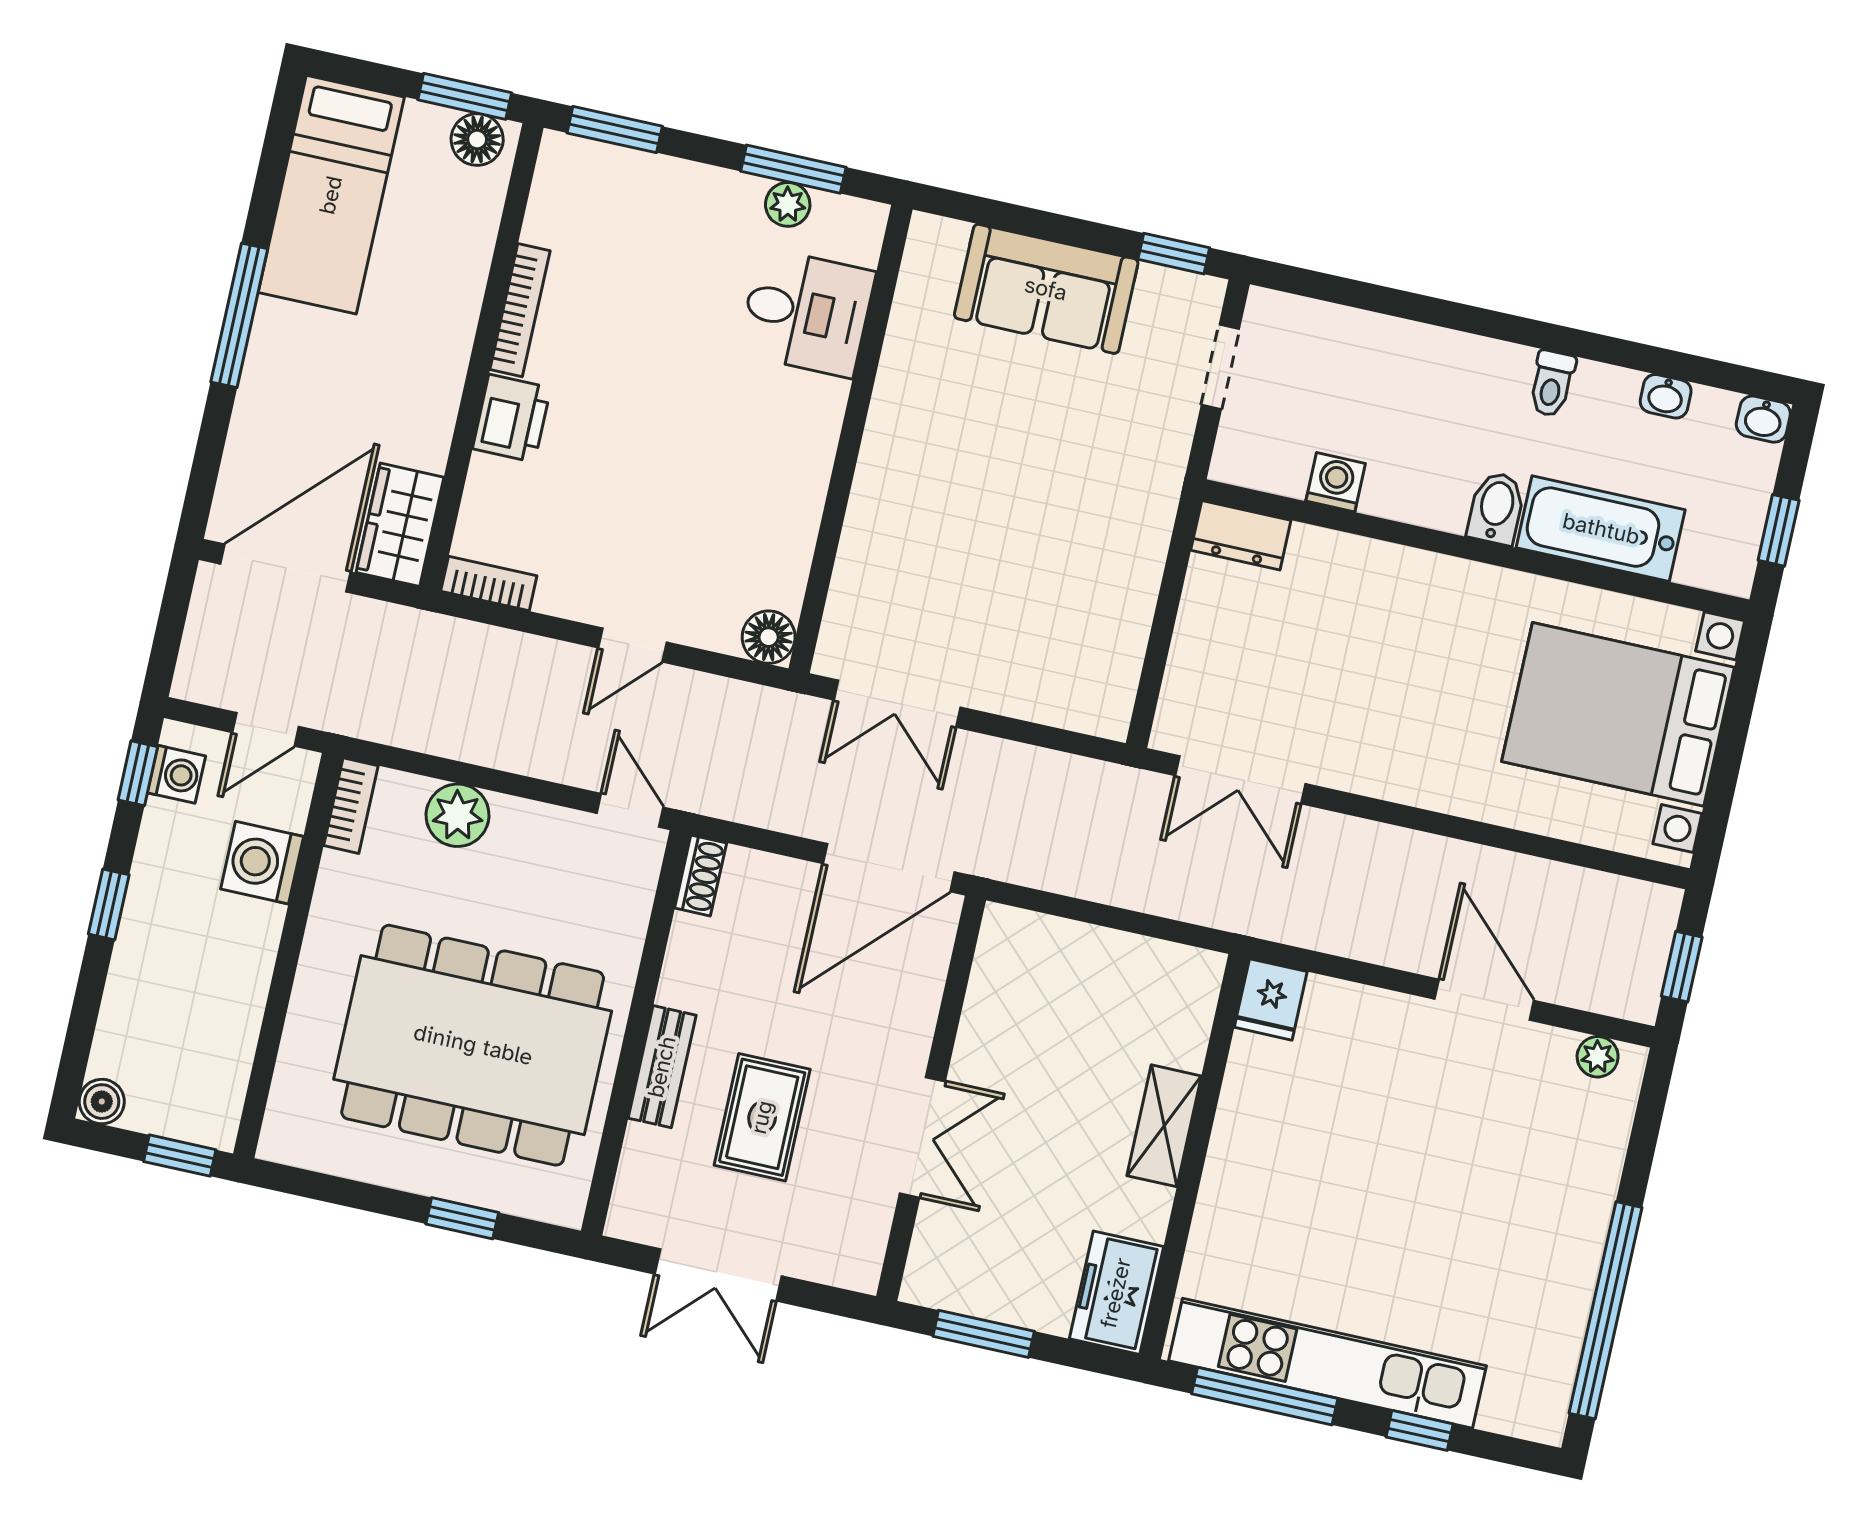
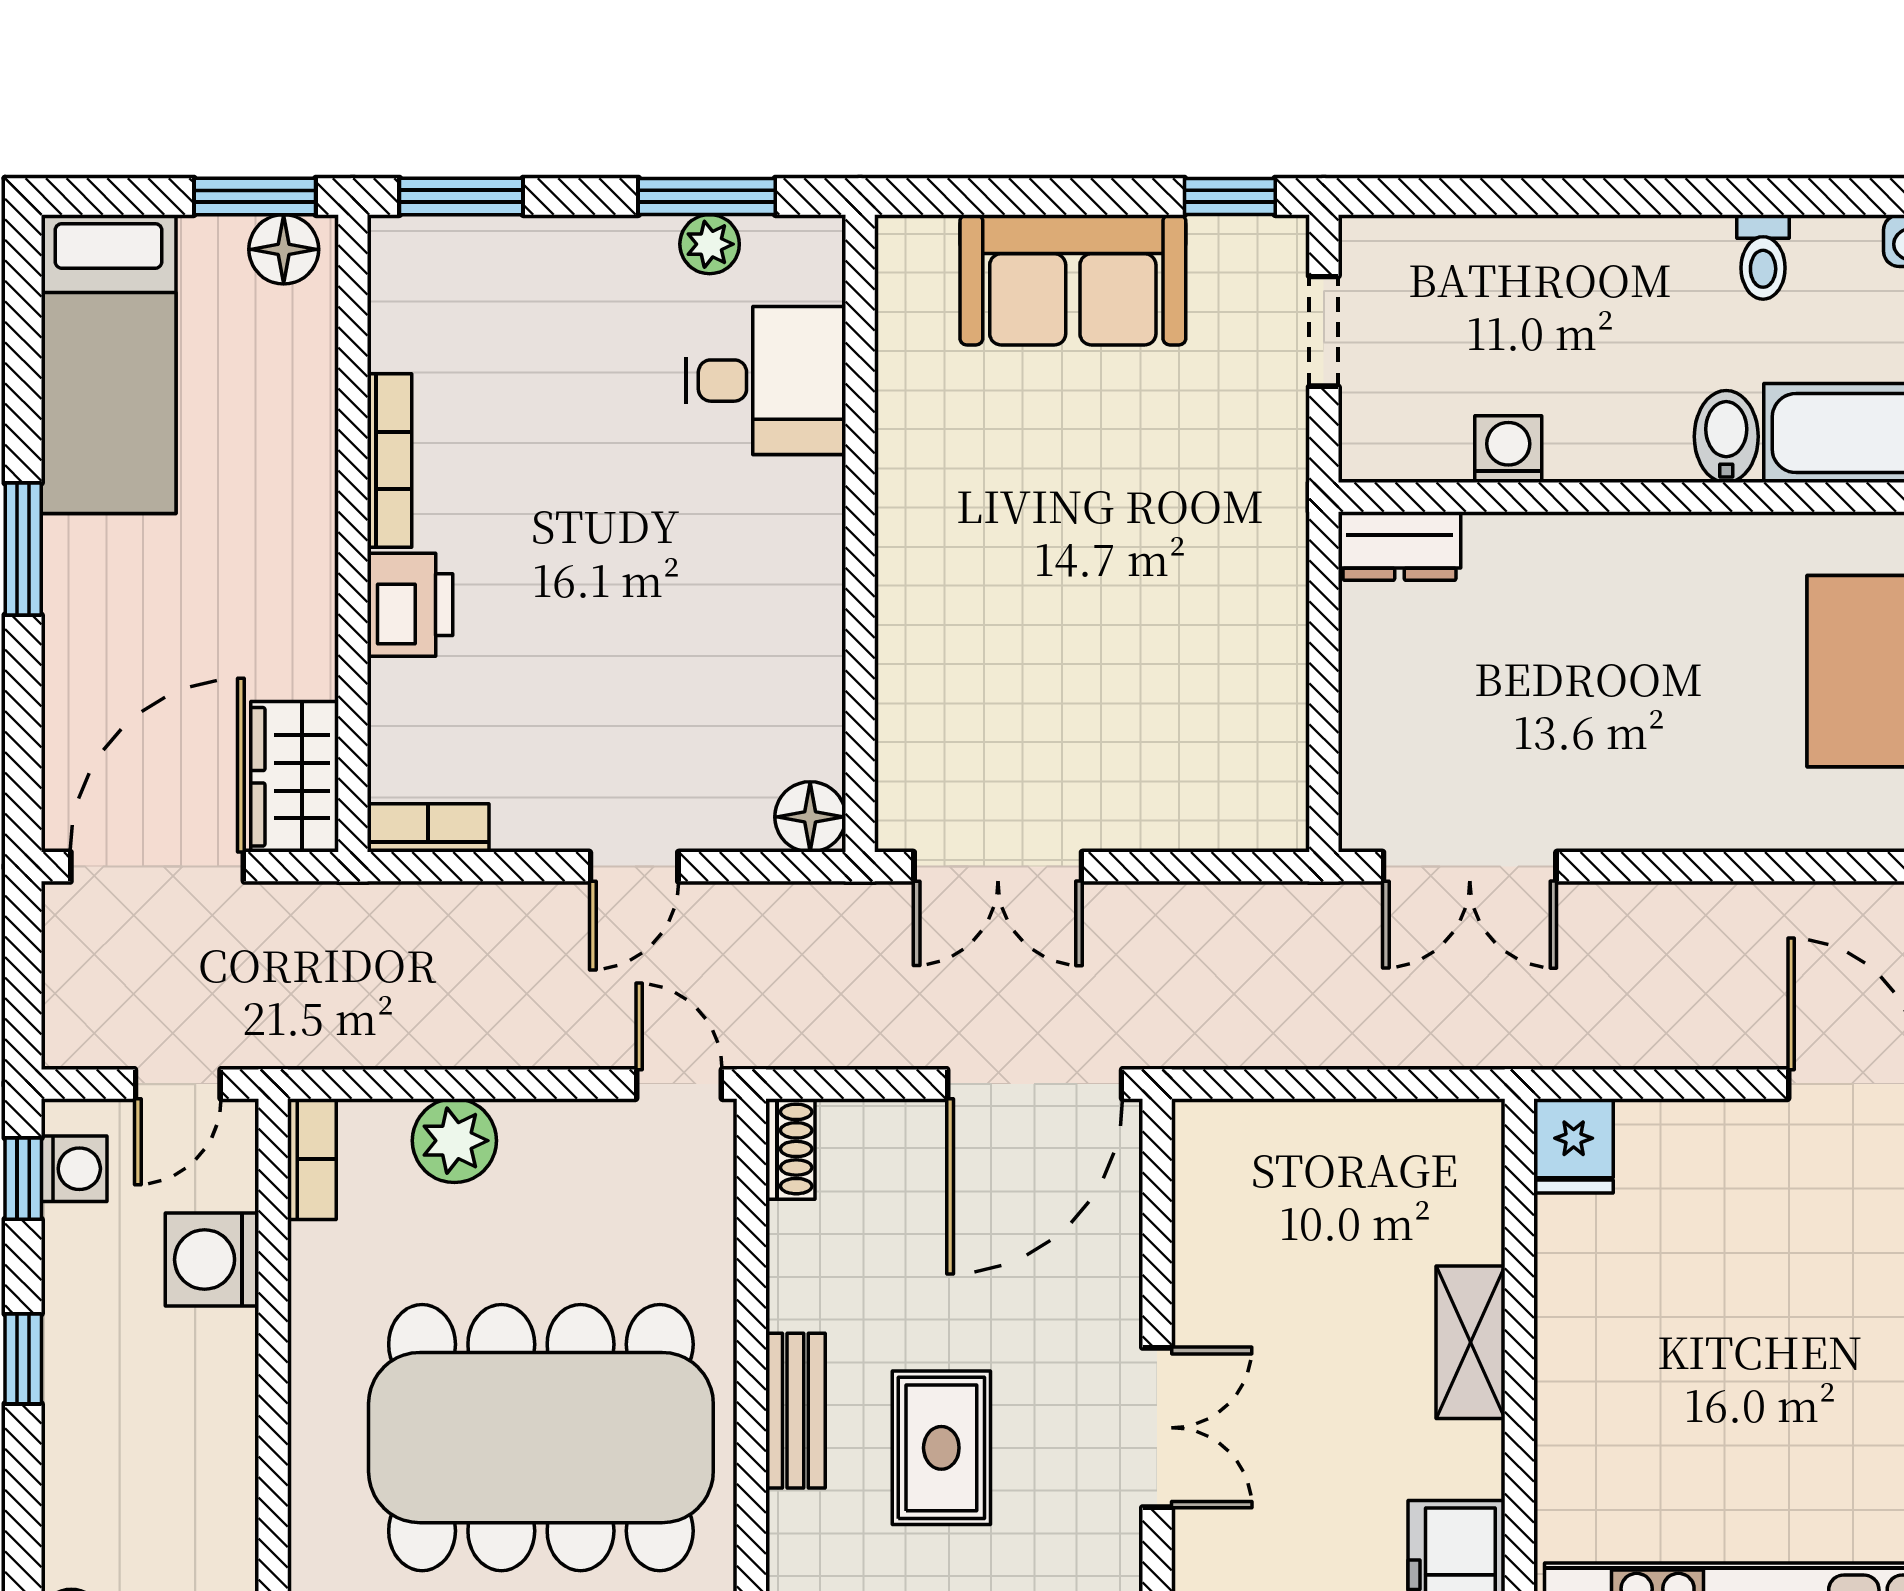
window: (239, 315) -> (23, 549), width x0.69

